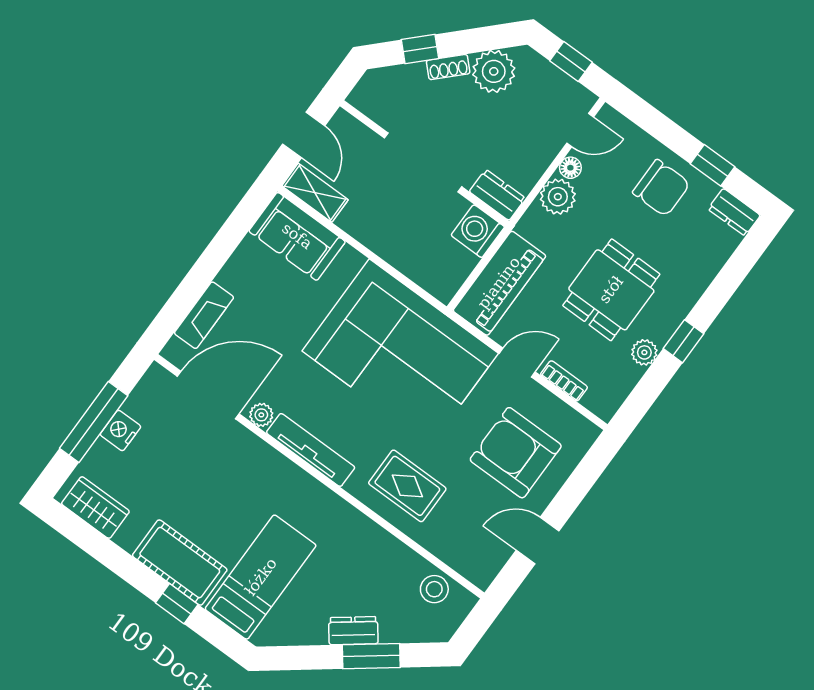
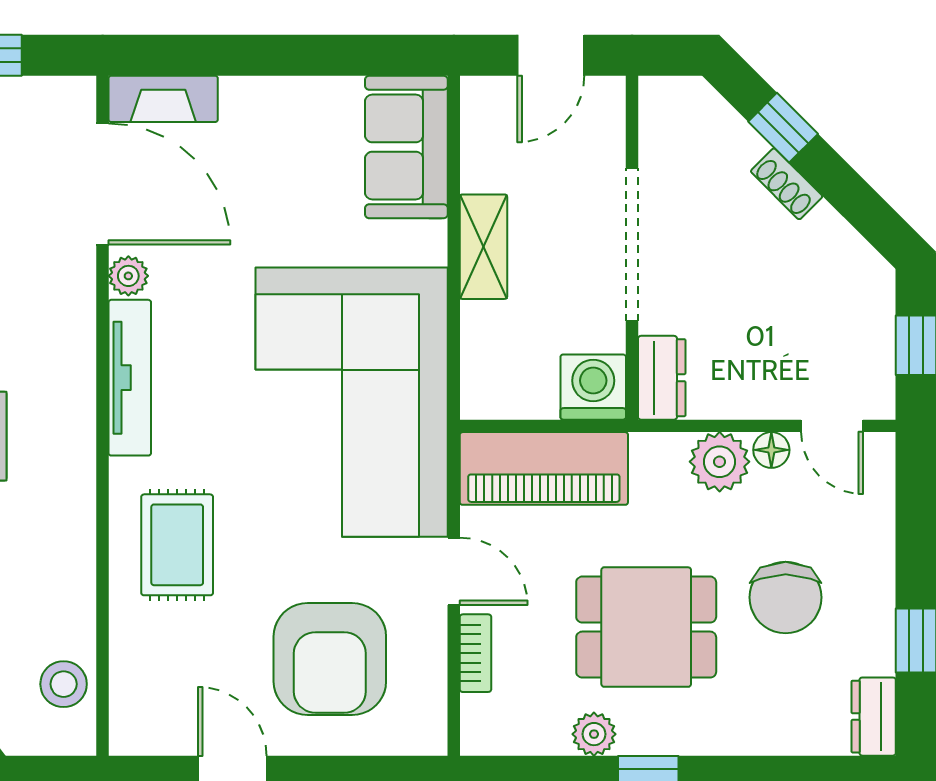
plant: (494, 71) -> (826, 250), removed
chair: (661, 188) -> (786, 597), moved
shelving: (315, 193) -> (483, 247), moved
fireplace: (204, 315) -> (163, 99), moved
armchair: (516, 453) -> (330, 659), turned 180

